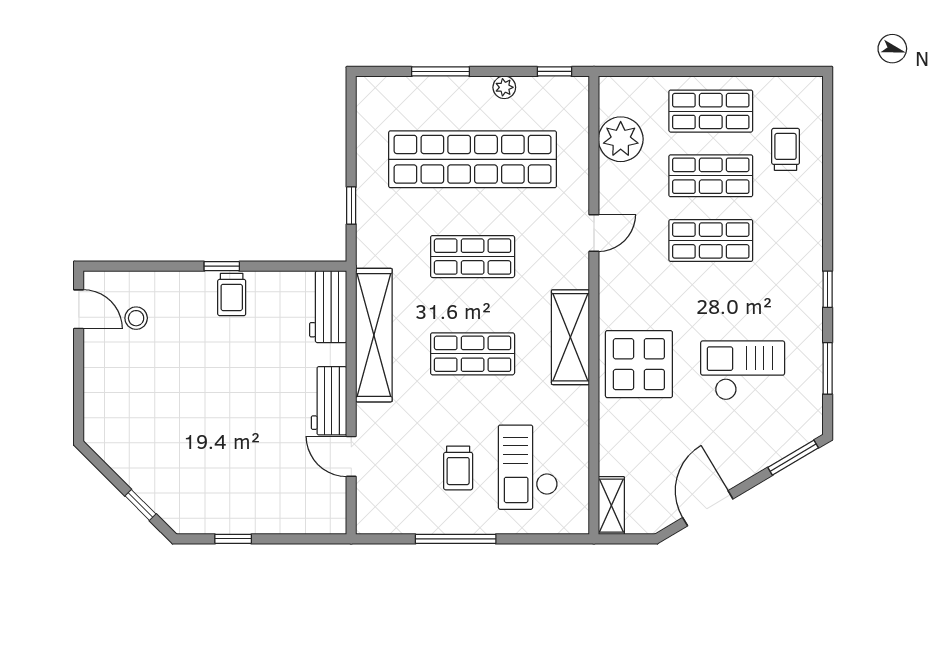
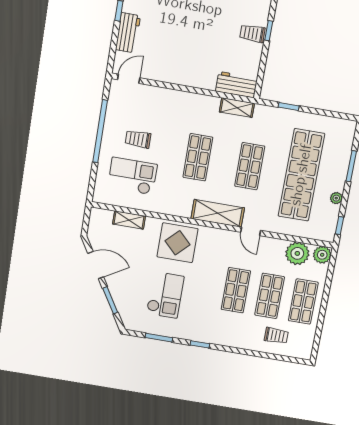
plant: (615, 93) -> (322, 255), added
shelving: (374, 335) -> (237, 108), width x0.45, depth x0.75
shelving: (570, 337) -> (218, 213), moved
workbench: (329, 401) -> (128, 33), moved, turned 90
door: (351, 456) -> (129, 79), moved
window: (793, 458) -> (110, 300), moved
shelving: (611, 506) -> (129, 220), moved
window: (456, 539) -> (100, 131), width x1.46

